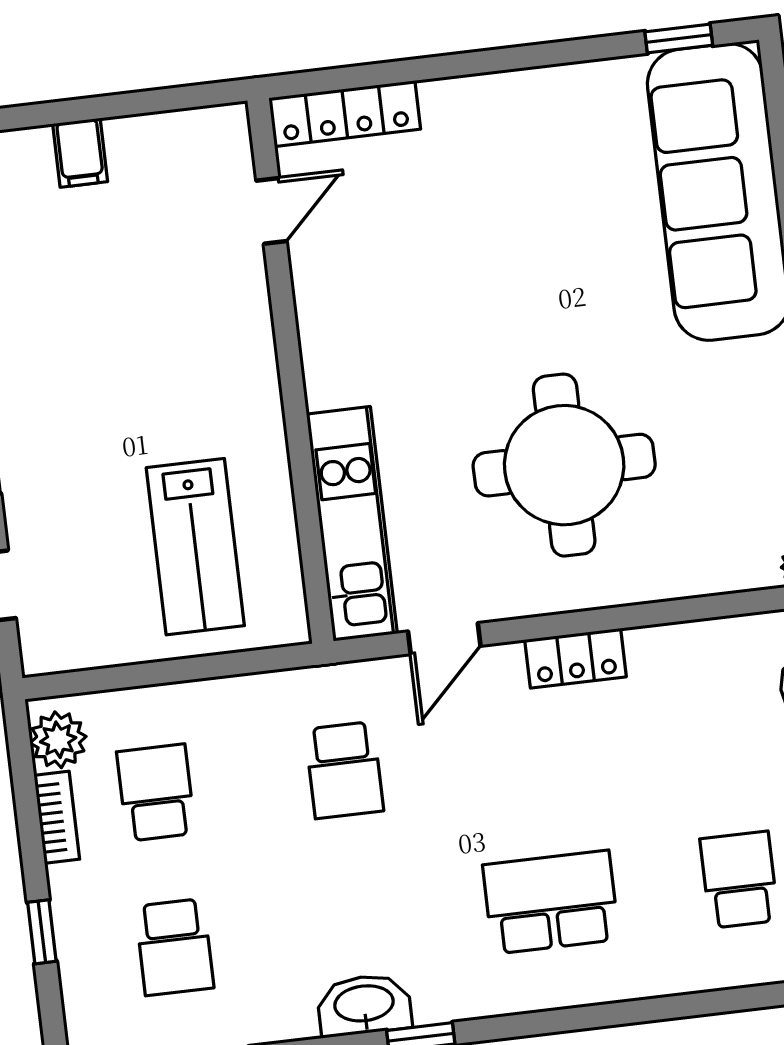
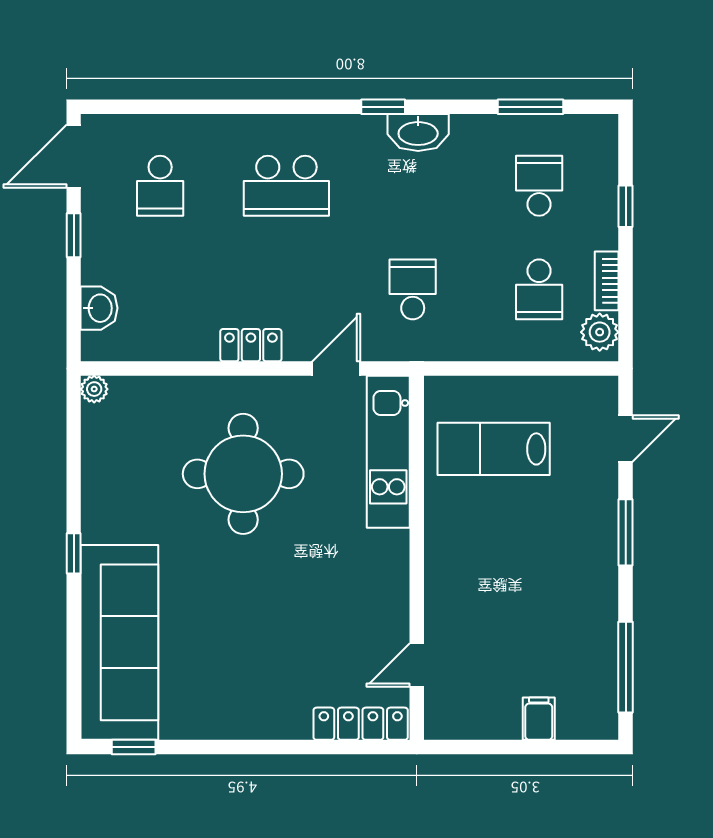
lab bench: (195, 547) -> (494, 449), turned -90

